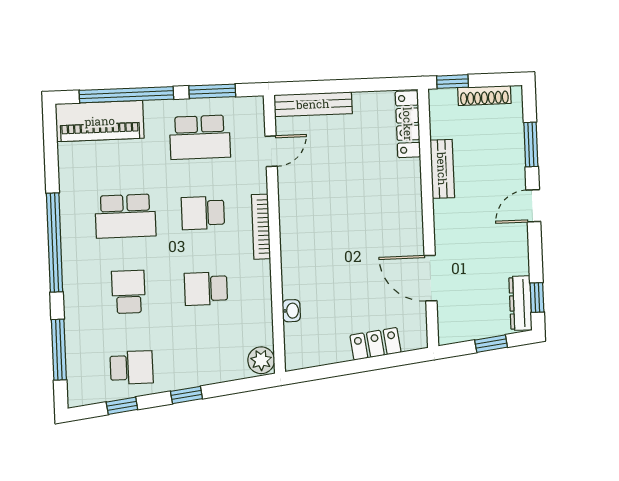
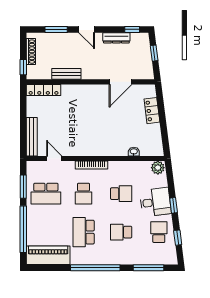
piano: (100, 121) -> (48, 255), moved, turned -90
school desk: (200, 137) -> (46, 194), turned 90
school desk: (125, 216) -> (84, 232), turned 180
school desk: (206, 289) -> (121, 194), turned -90
dresser: (520, 303) -> (116, 38), moved
desk: (192, 358) -> (155, 202), added

